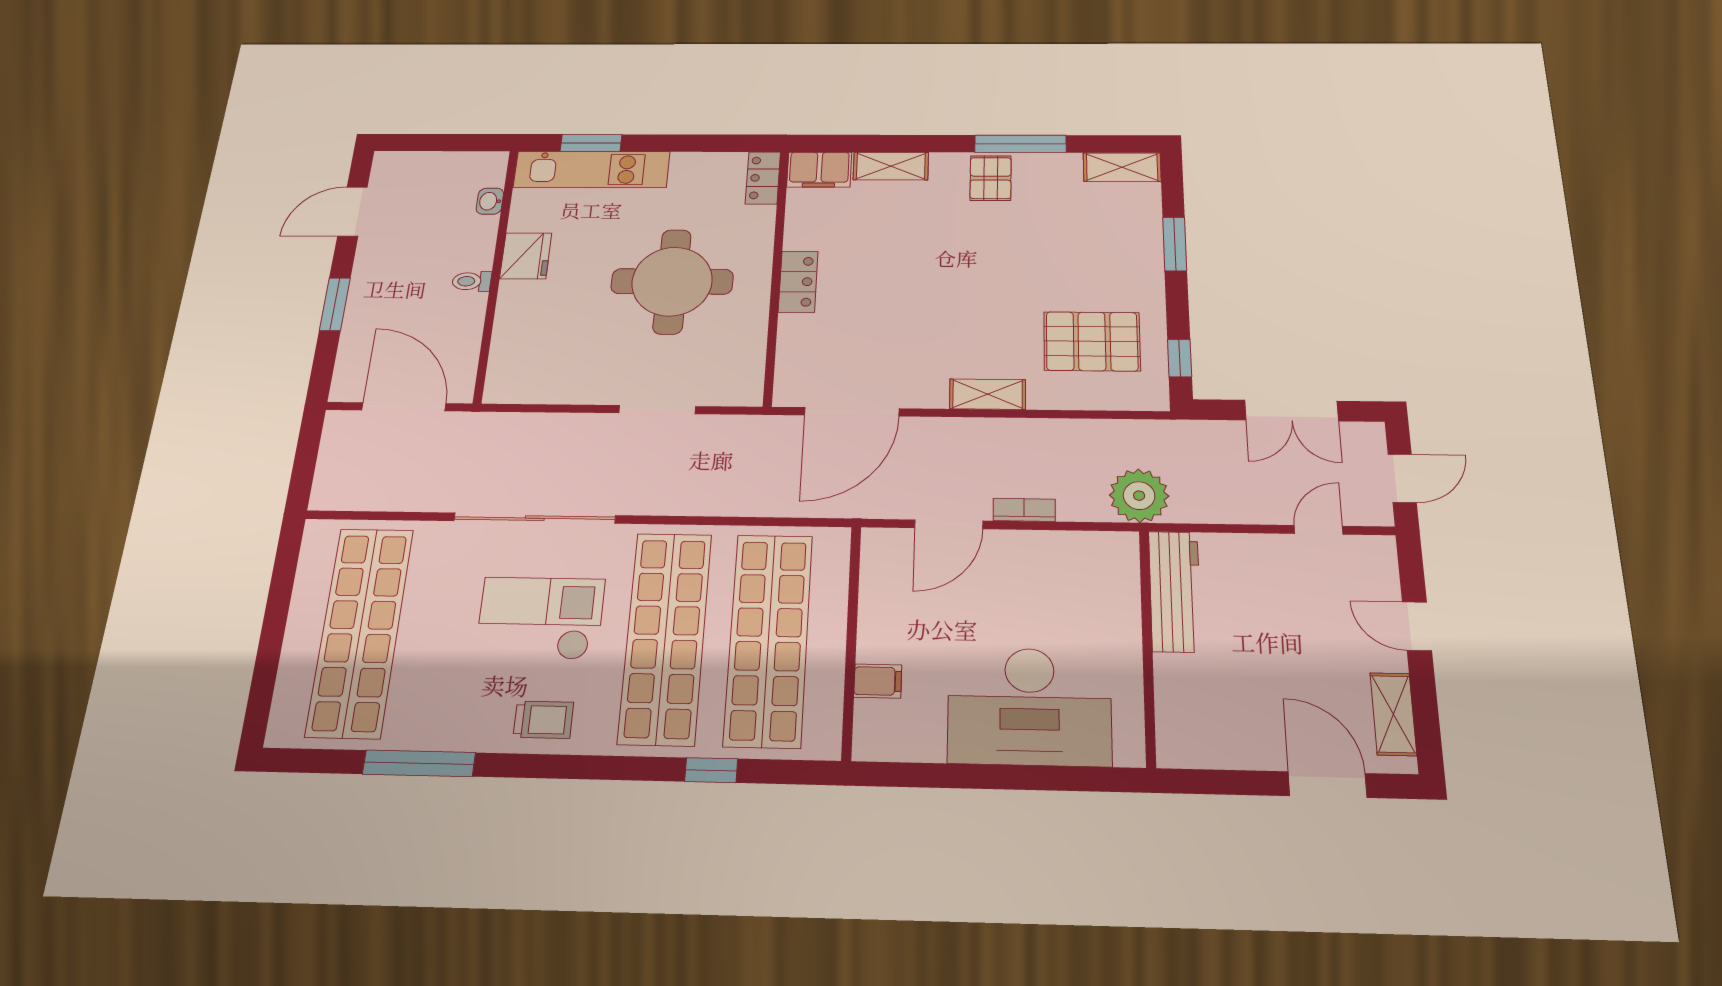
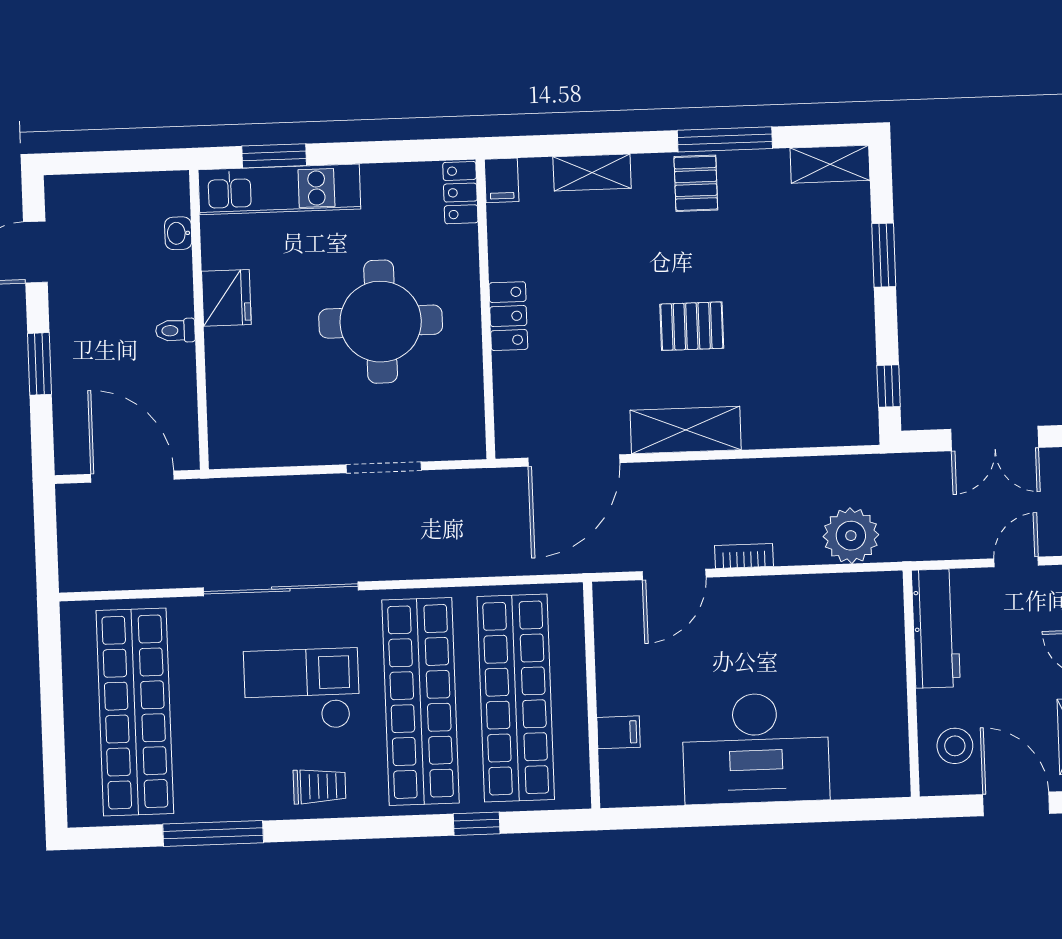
filing cabinet: (819, 170) -> (502, 180), width x0.50
pallet: (1092, 341) -> (692, 326), moved, width x0.67, depth x0.71
shelving: (988, 394) -> (686, 430), width x1.50, depth x1.33
workbench: (1175, 591) -> (936, 628), moved
wall: (1147, 646) -> (911, 683), moved
stool: (1255, 717) -> (955, 746), added

